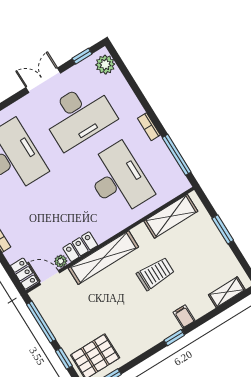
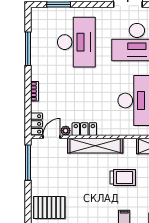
door: (50, 277) -> (52, 137), hinge flipped
window: (64, 358) -> (28, 196), removed

